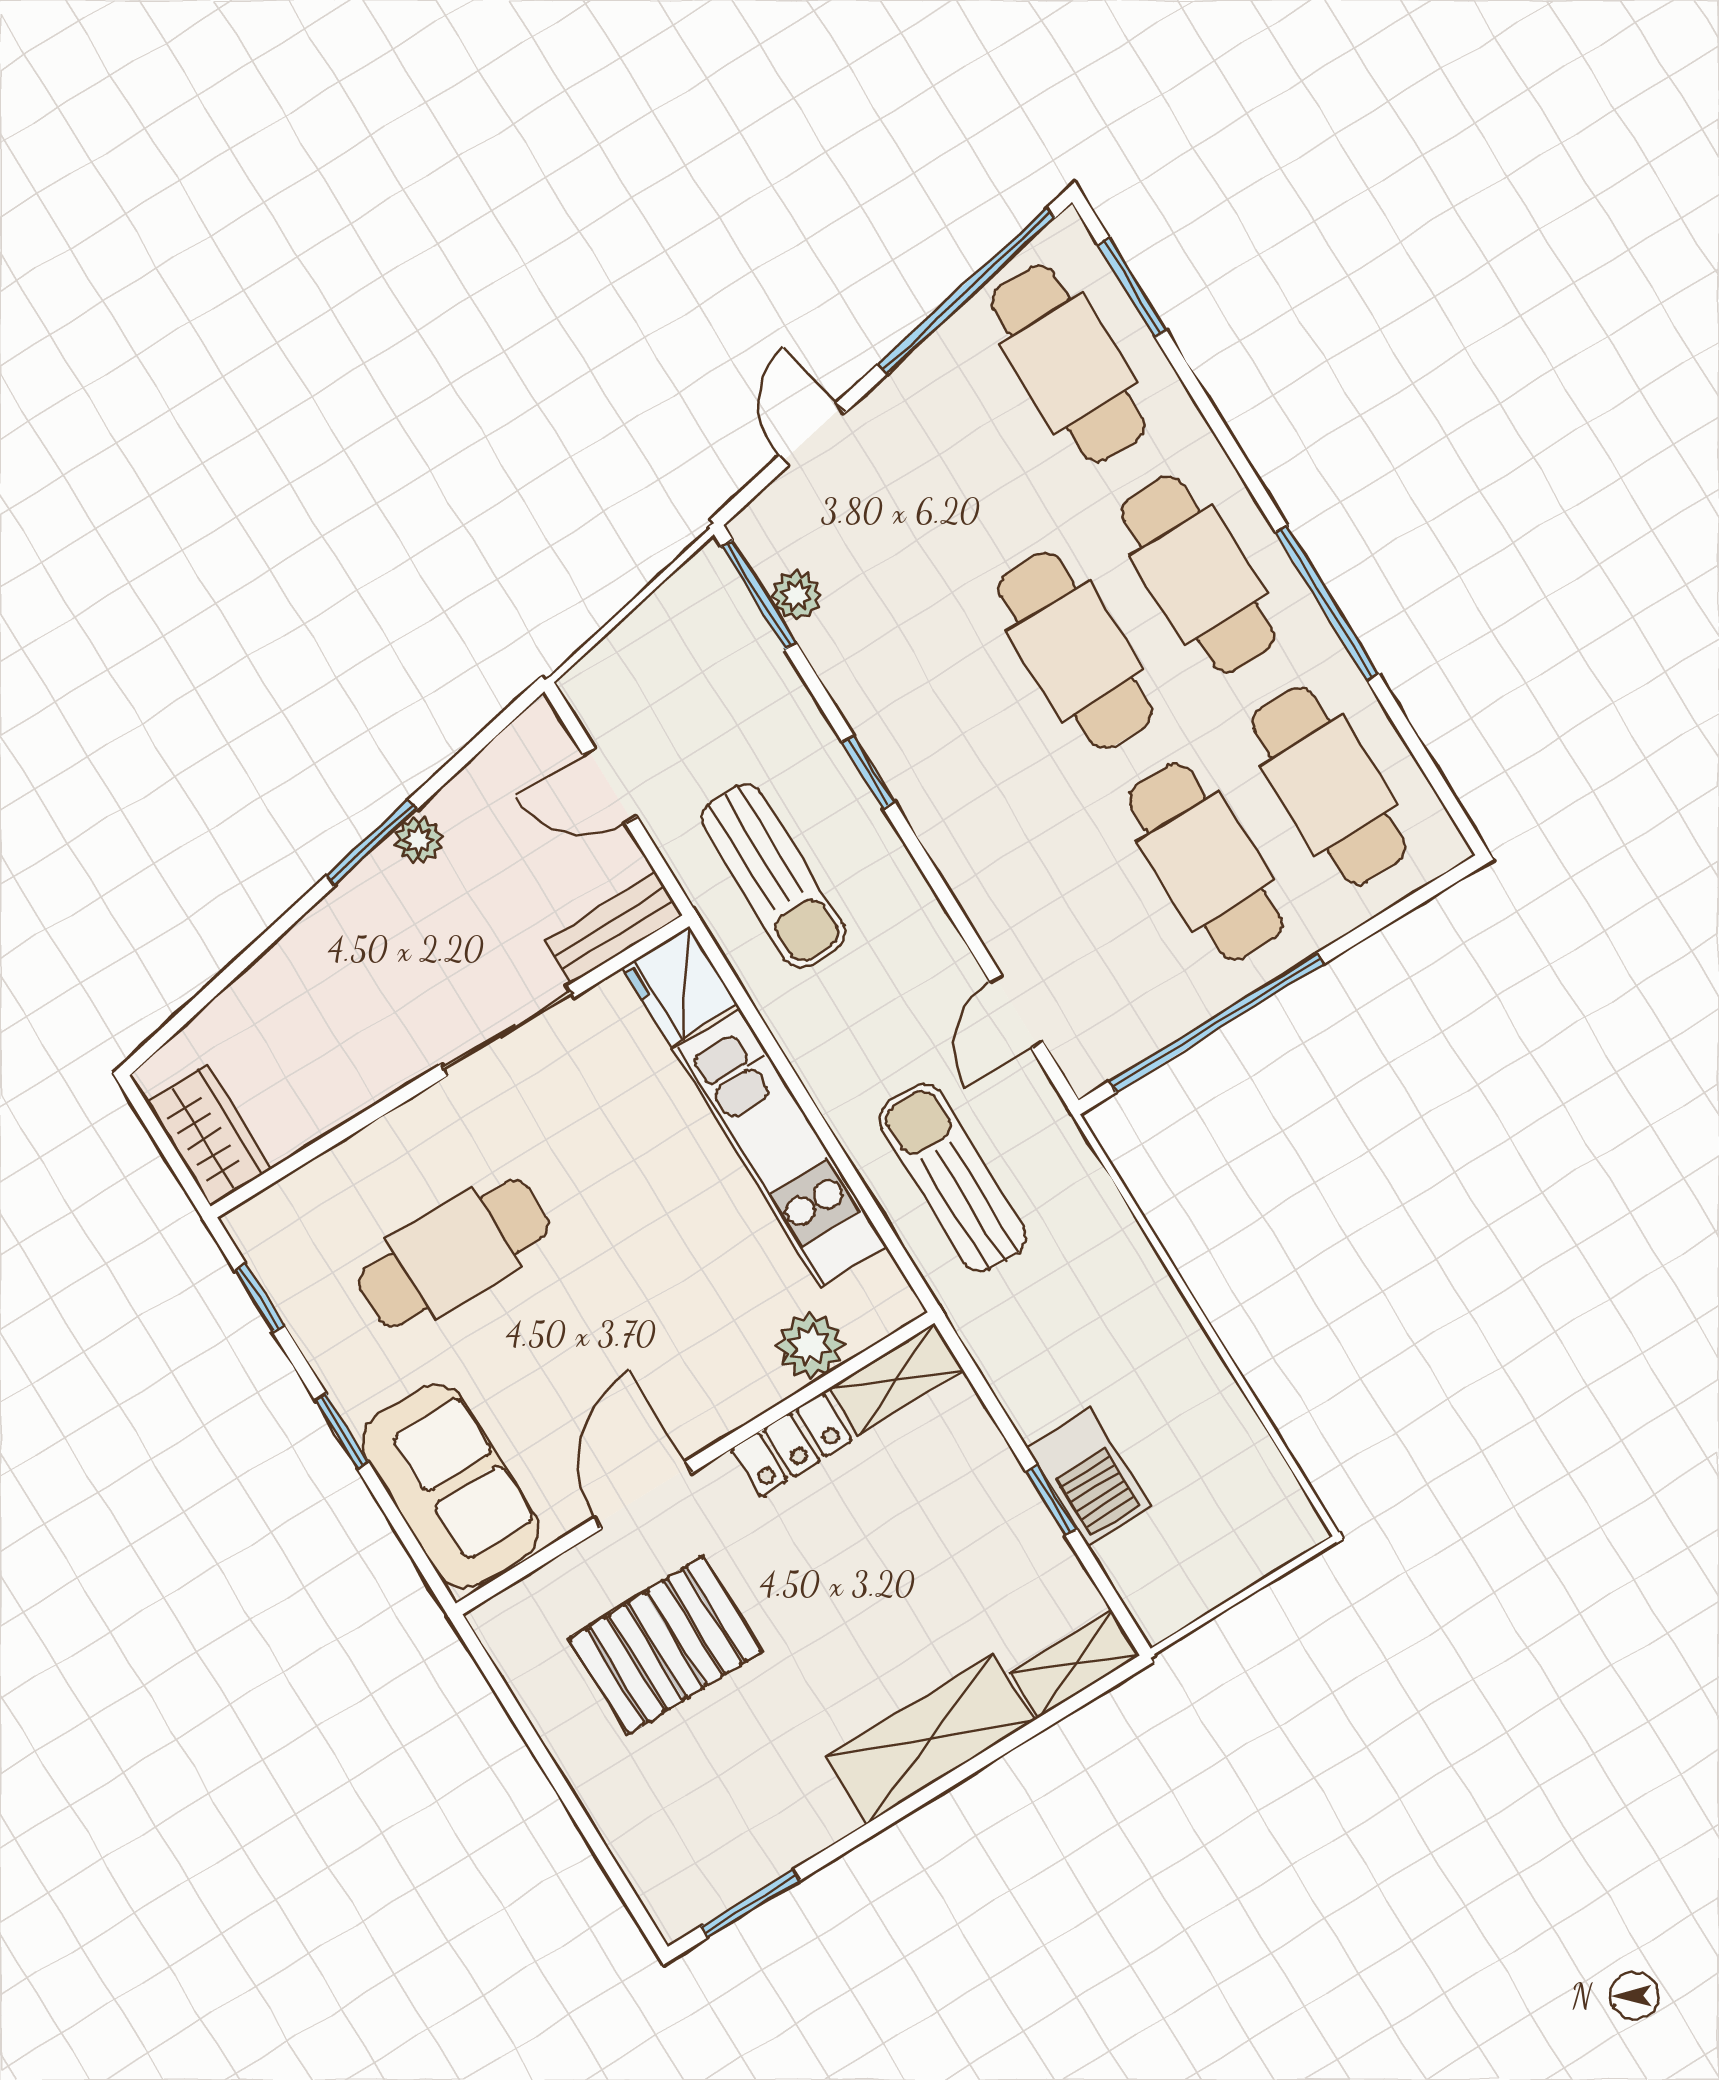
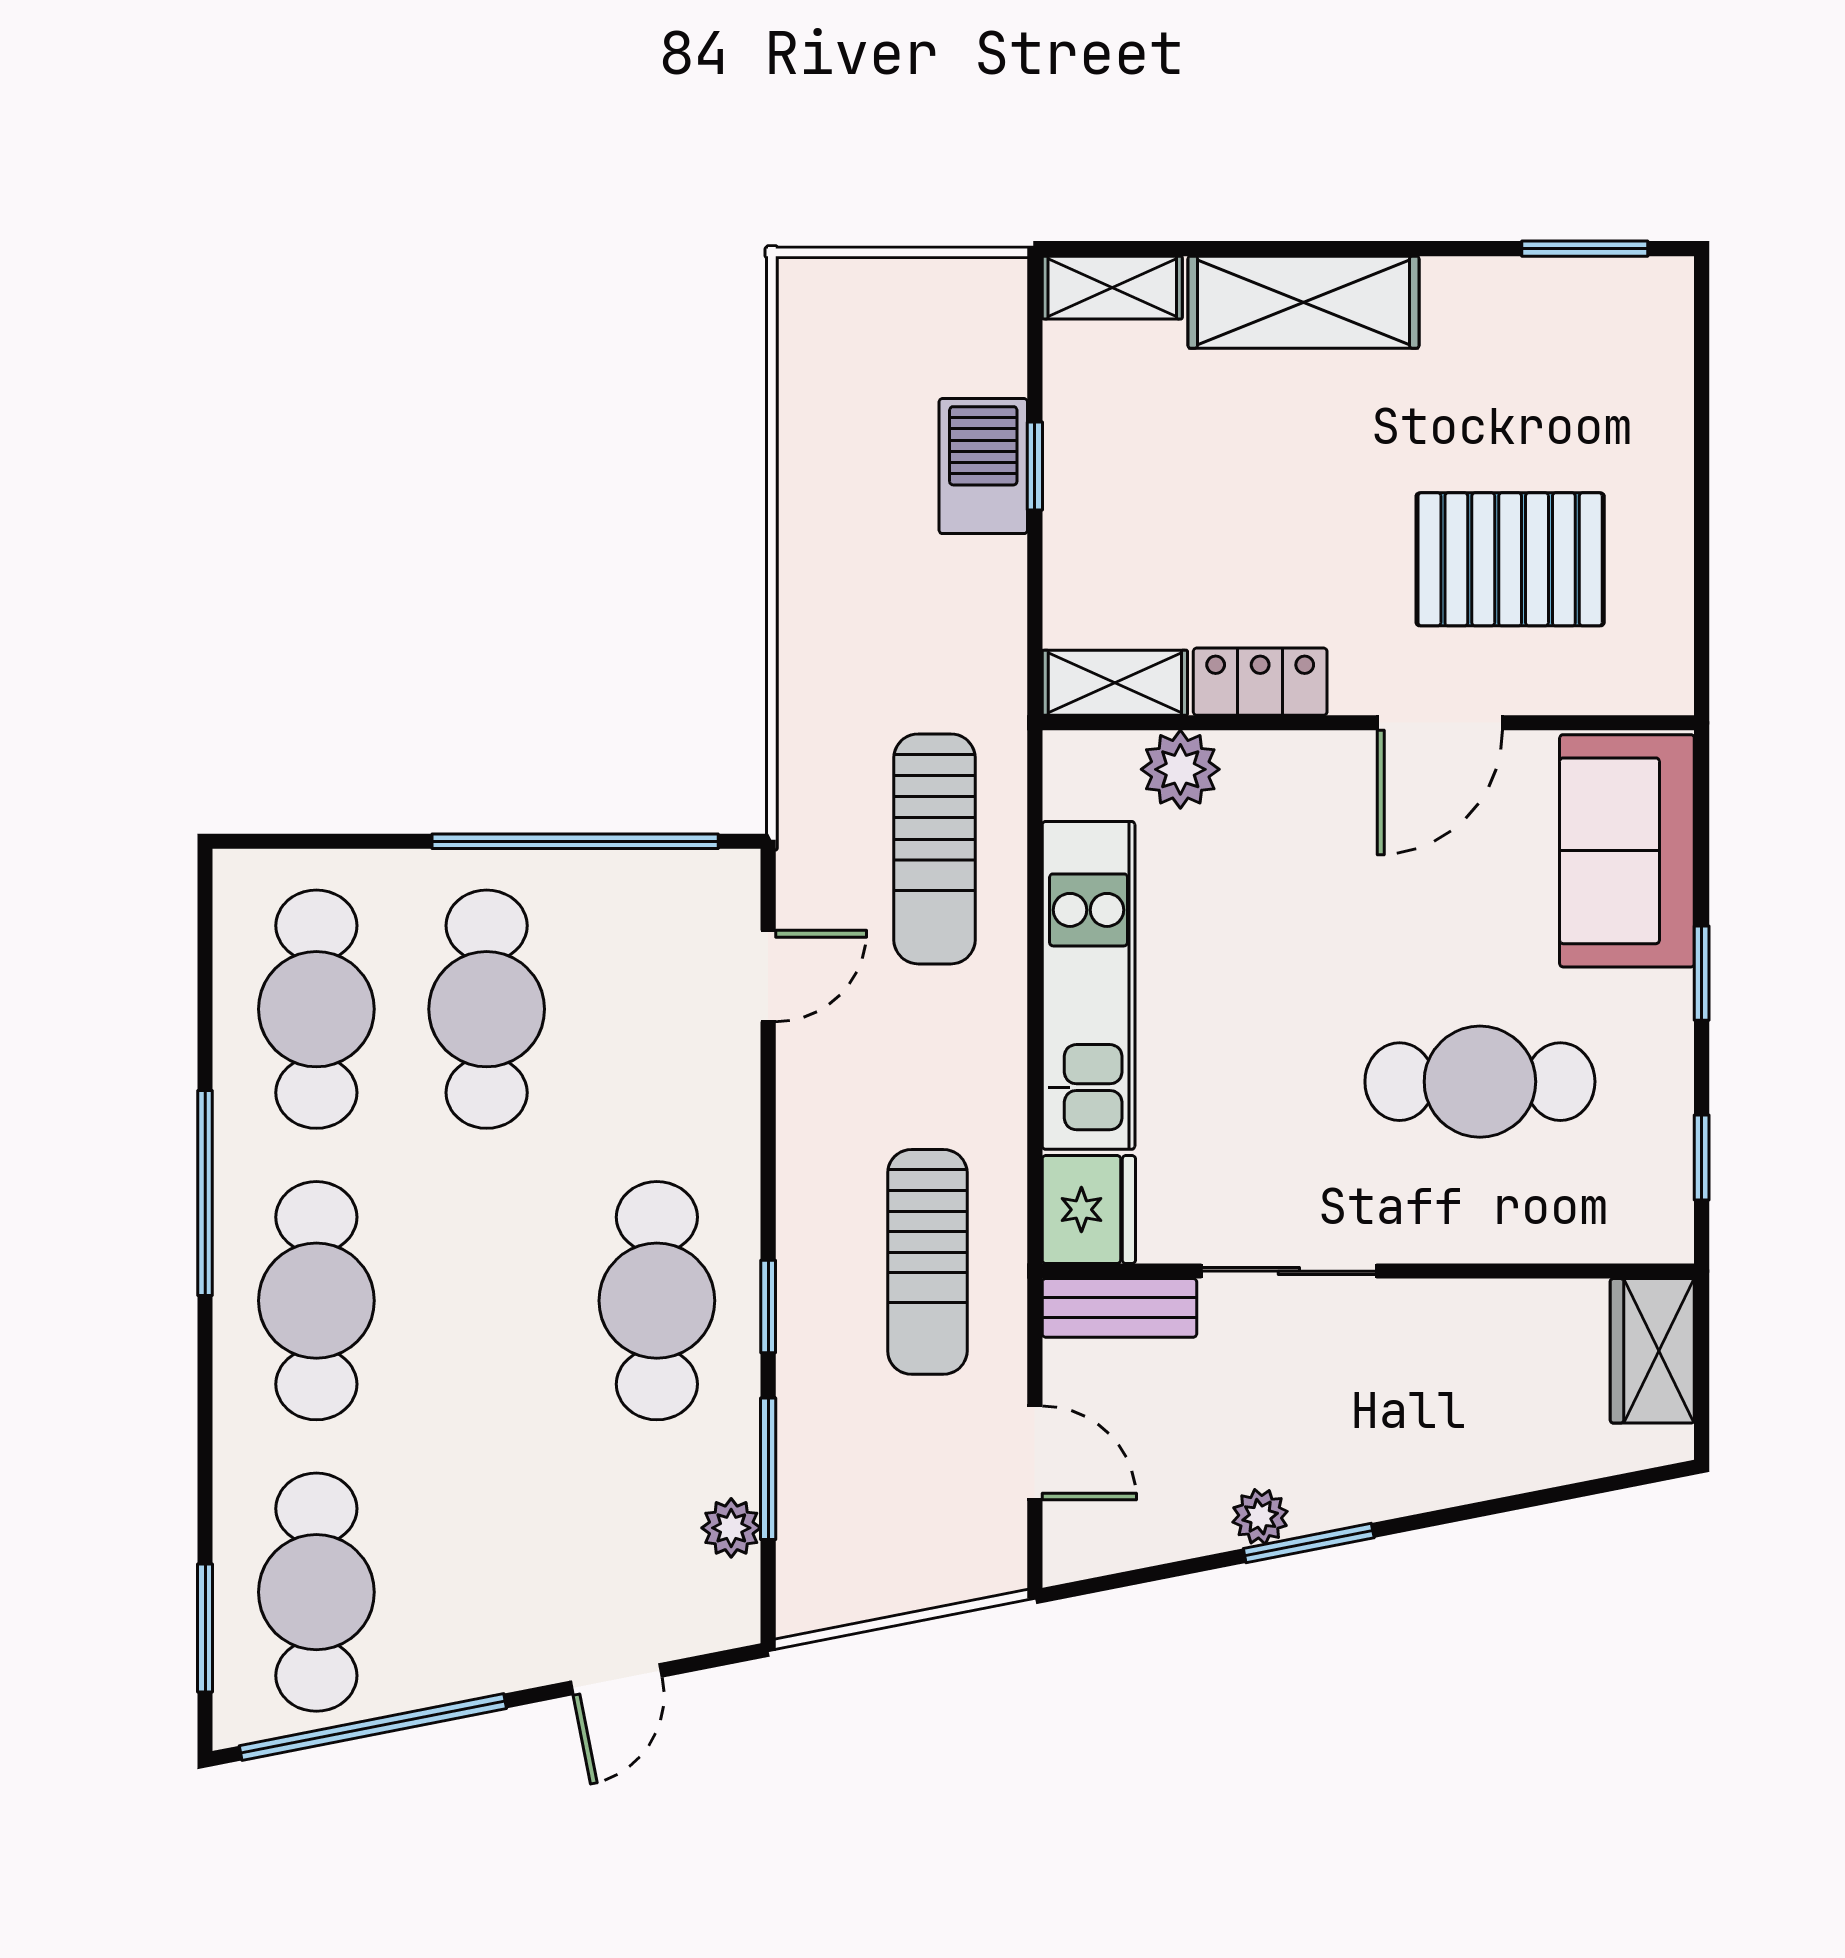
window: (759, 595) -> (768, 1469), moved
cafe table: (1075, 651) -> (657, 1301), moved
sun lounger: (773, 876) -> (927, 1262), turned 180

